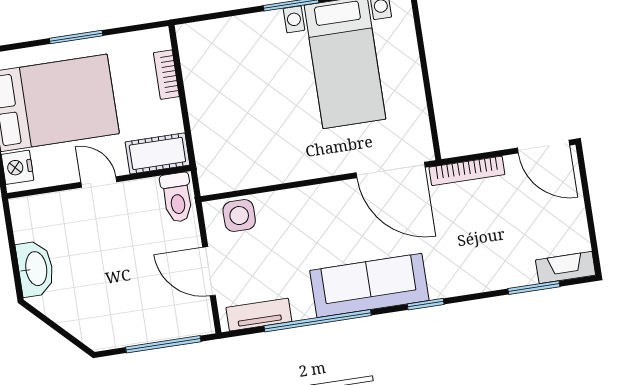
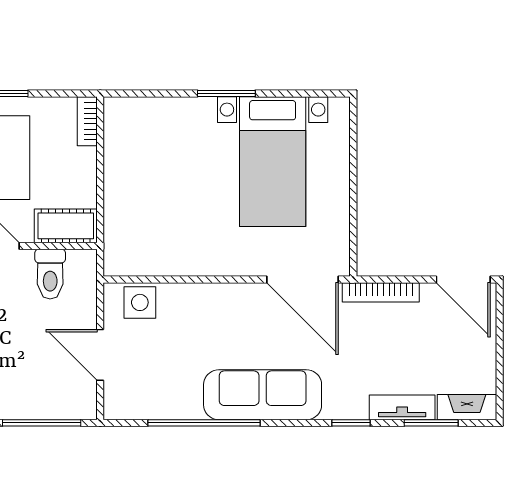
bookcase: (166, 75) -> (87, 121), moved
toilet: (177, 197) -> (50, 274), moved
window: (426, 304) -> (351, 423), moved
tv unit: (259, 315) -> (402, 407), moved

